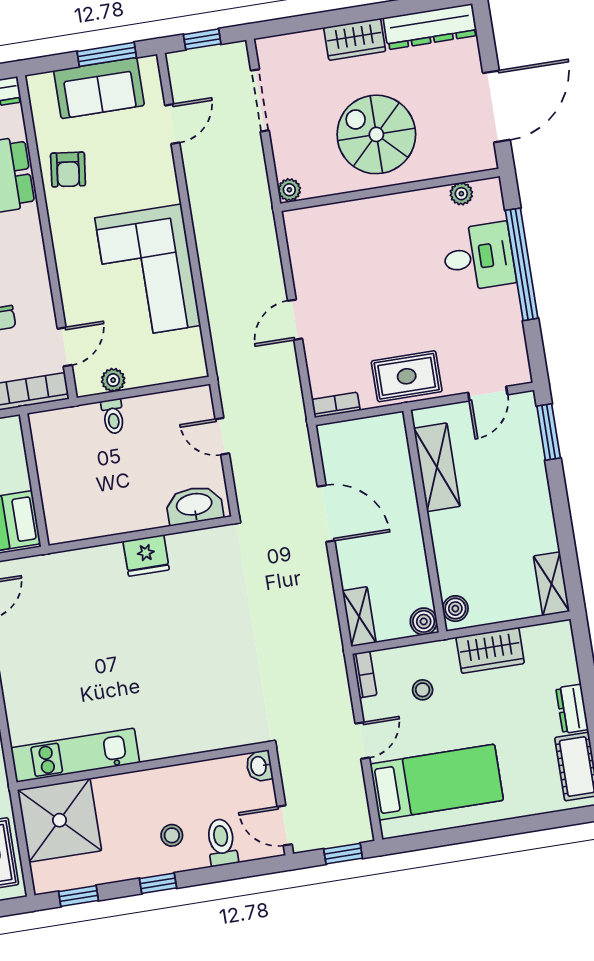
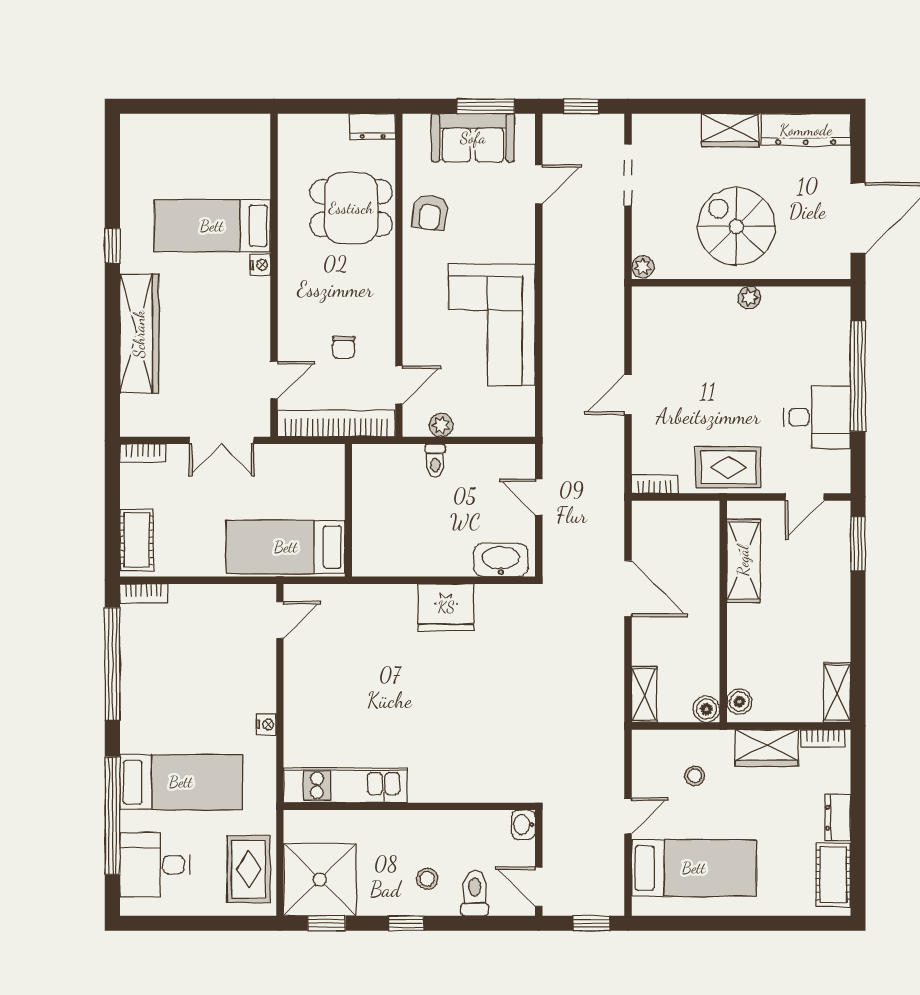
plant: (461, 194) -> (749, 298), moved
desk: (479, 257) -> (817, 417), moved
fridge: (146, 555) -> (446, 607), width x1.36, depth x1.34
bookcase: (365, 674) -> (823, 738), moved, turned 90
shower: (59, 820) -> (320, 879), moved

